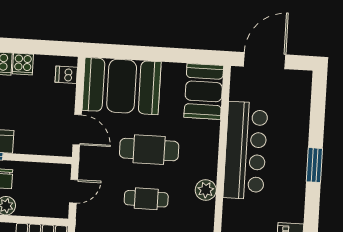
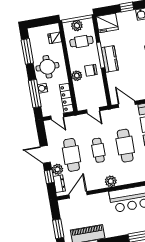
door: (77, 130) -> (127, 104), swing flipped

